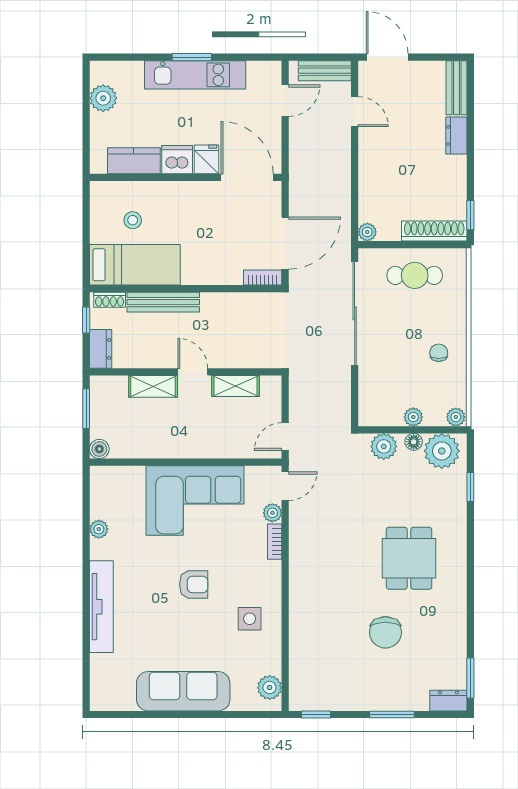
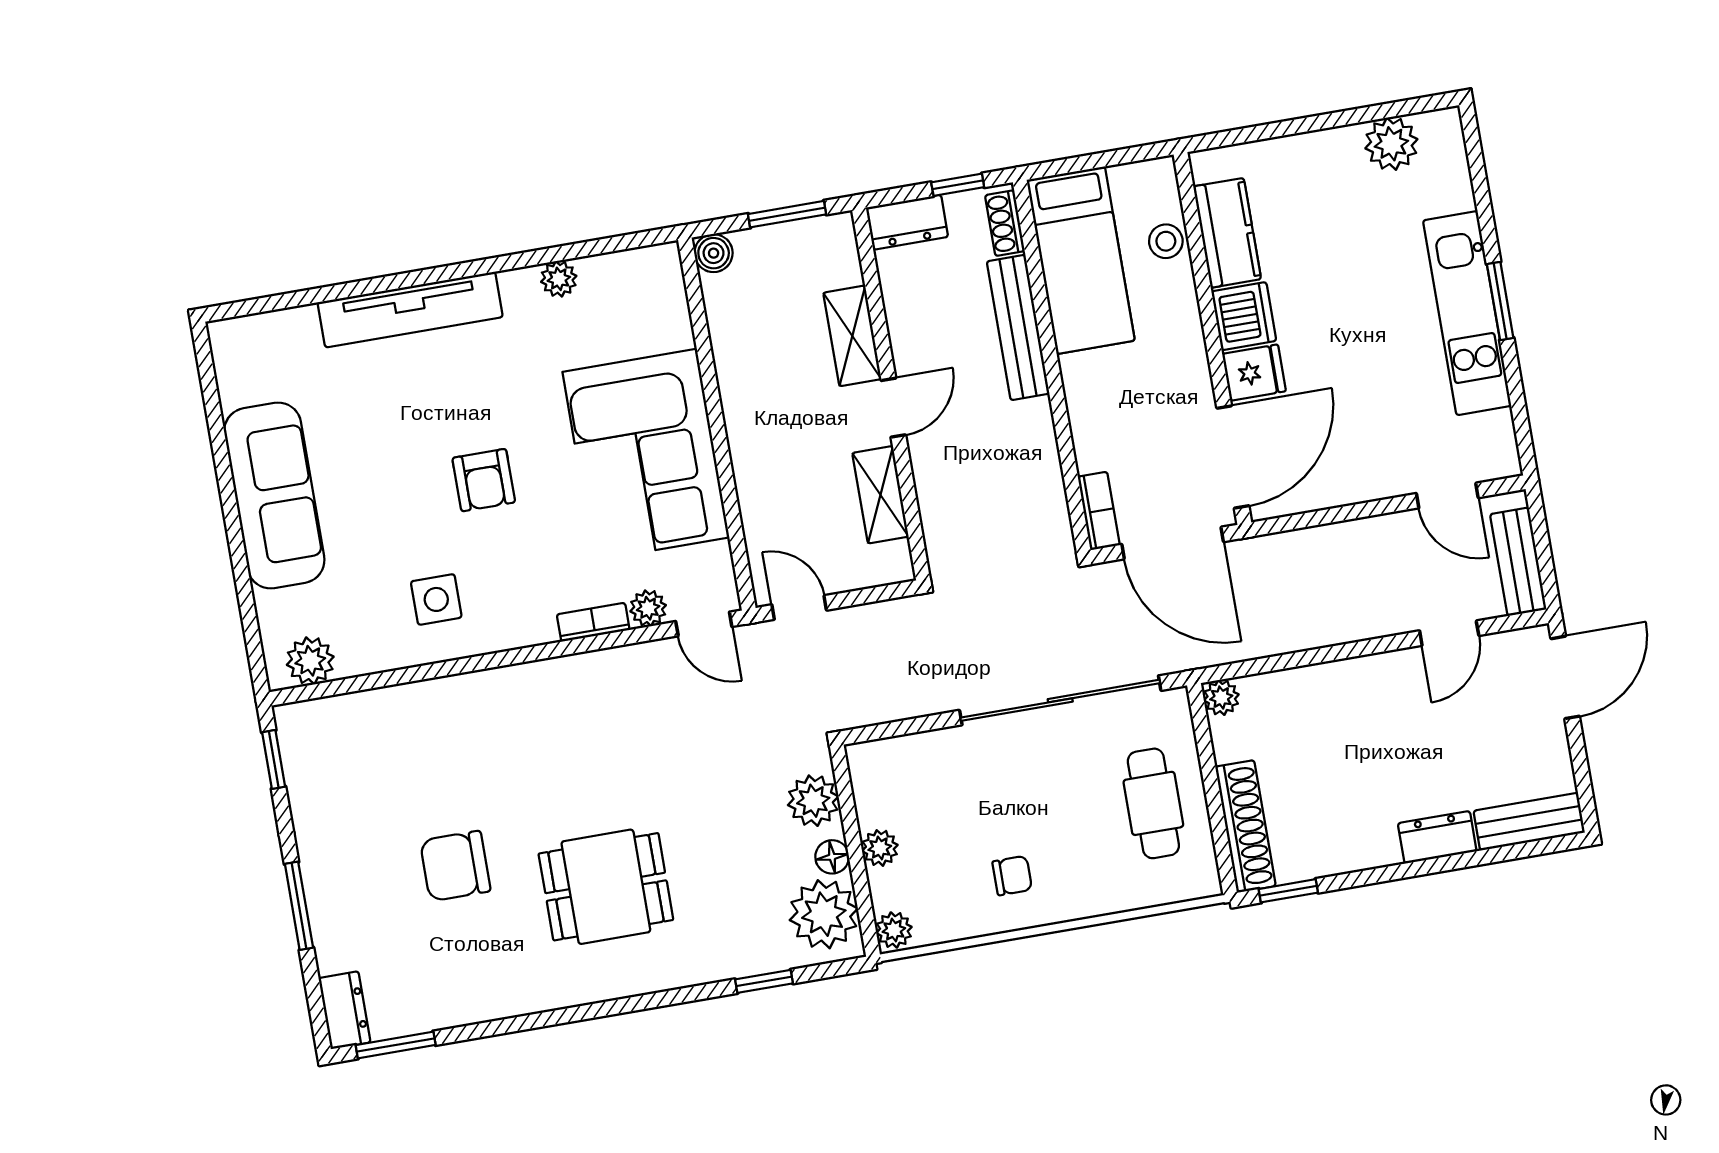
fridge: (206, 159) -> (1254, 373), moved
dishwasher: (177, 160) -> (1244, 316), moved
kitchen counter: (134, 161) -> (1227, 233), moved
wall: (186, 177) -> (1212, 338), moved
door: (247, 177) -> (1233, 457), moved

